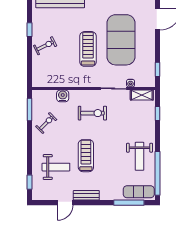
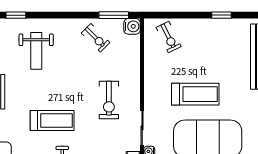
exercise bike: (45, 46) -> (169, 37), moved
water cooler: (63, 96) -> (132, 26), moved
treadmill: (86, 156) -> (52, 121), moved

